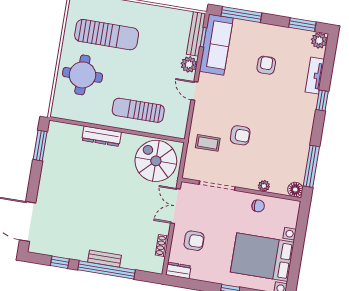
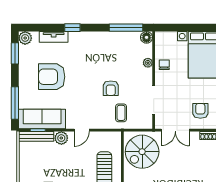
armchair: (266, 65) -> (52, 77), width x1.88, depth x1.88
armchair: (240, 135) -> (111, 88), turned 180

